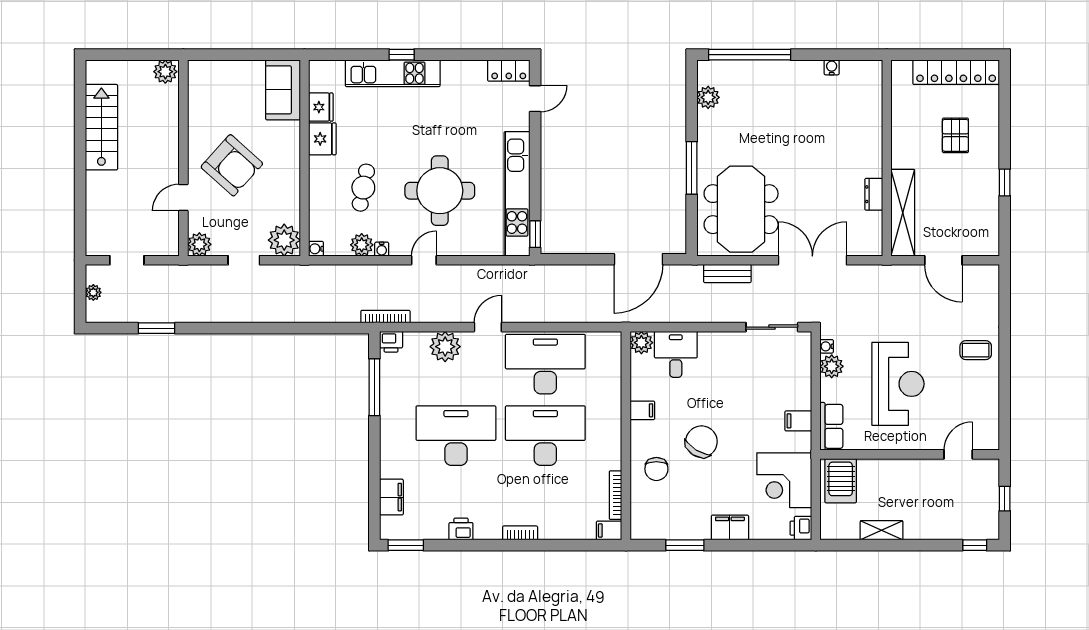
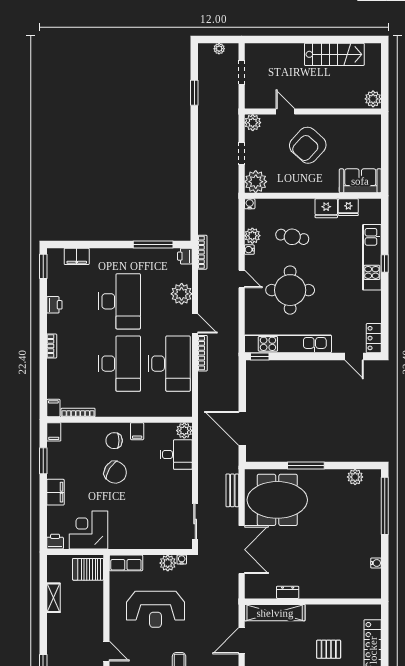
bookcase: (530, 316) -> (203, 353), added
filing cabinet: (798, 421) -> (54, 432), moved, turned 180
chair: (656, 469) -> (114, 441), moved

